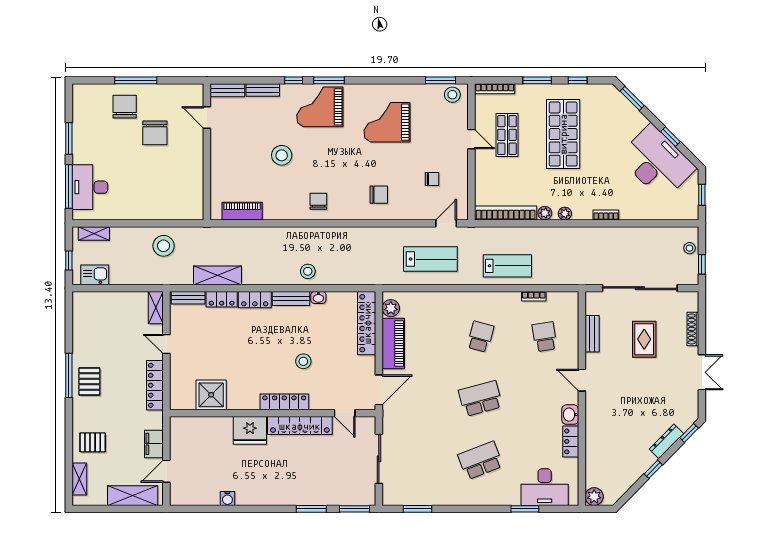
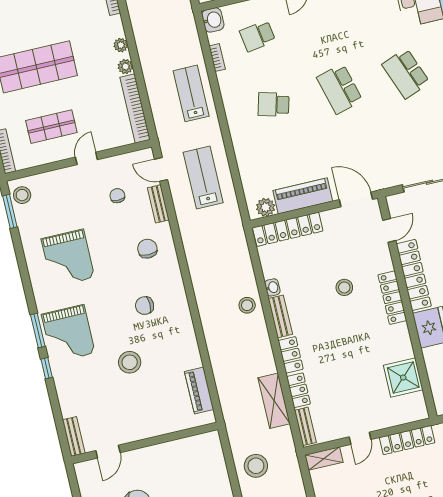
bench: (263, 90) -> (158, 204), moved
door: (471, 139) -> (86, 158), moved
chair: (318, 201) -> (145, 306), moved
washbasin: (568, 300) -> (213, 20), added

